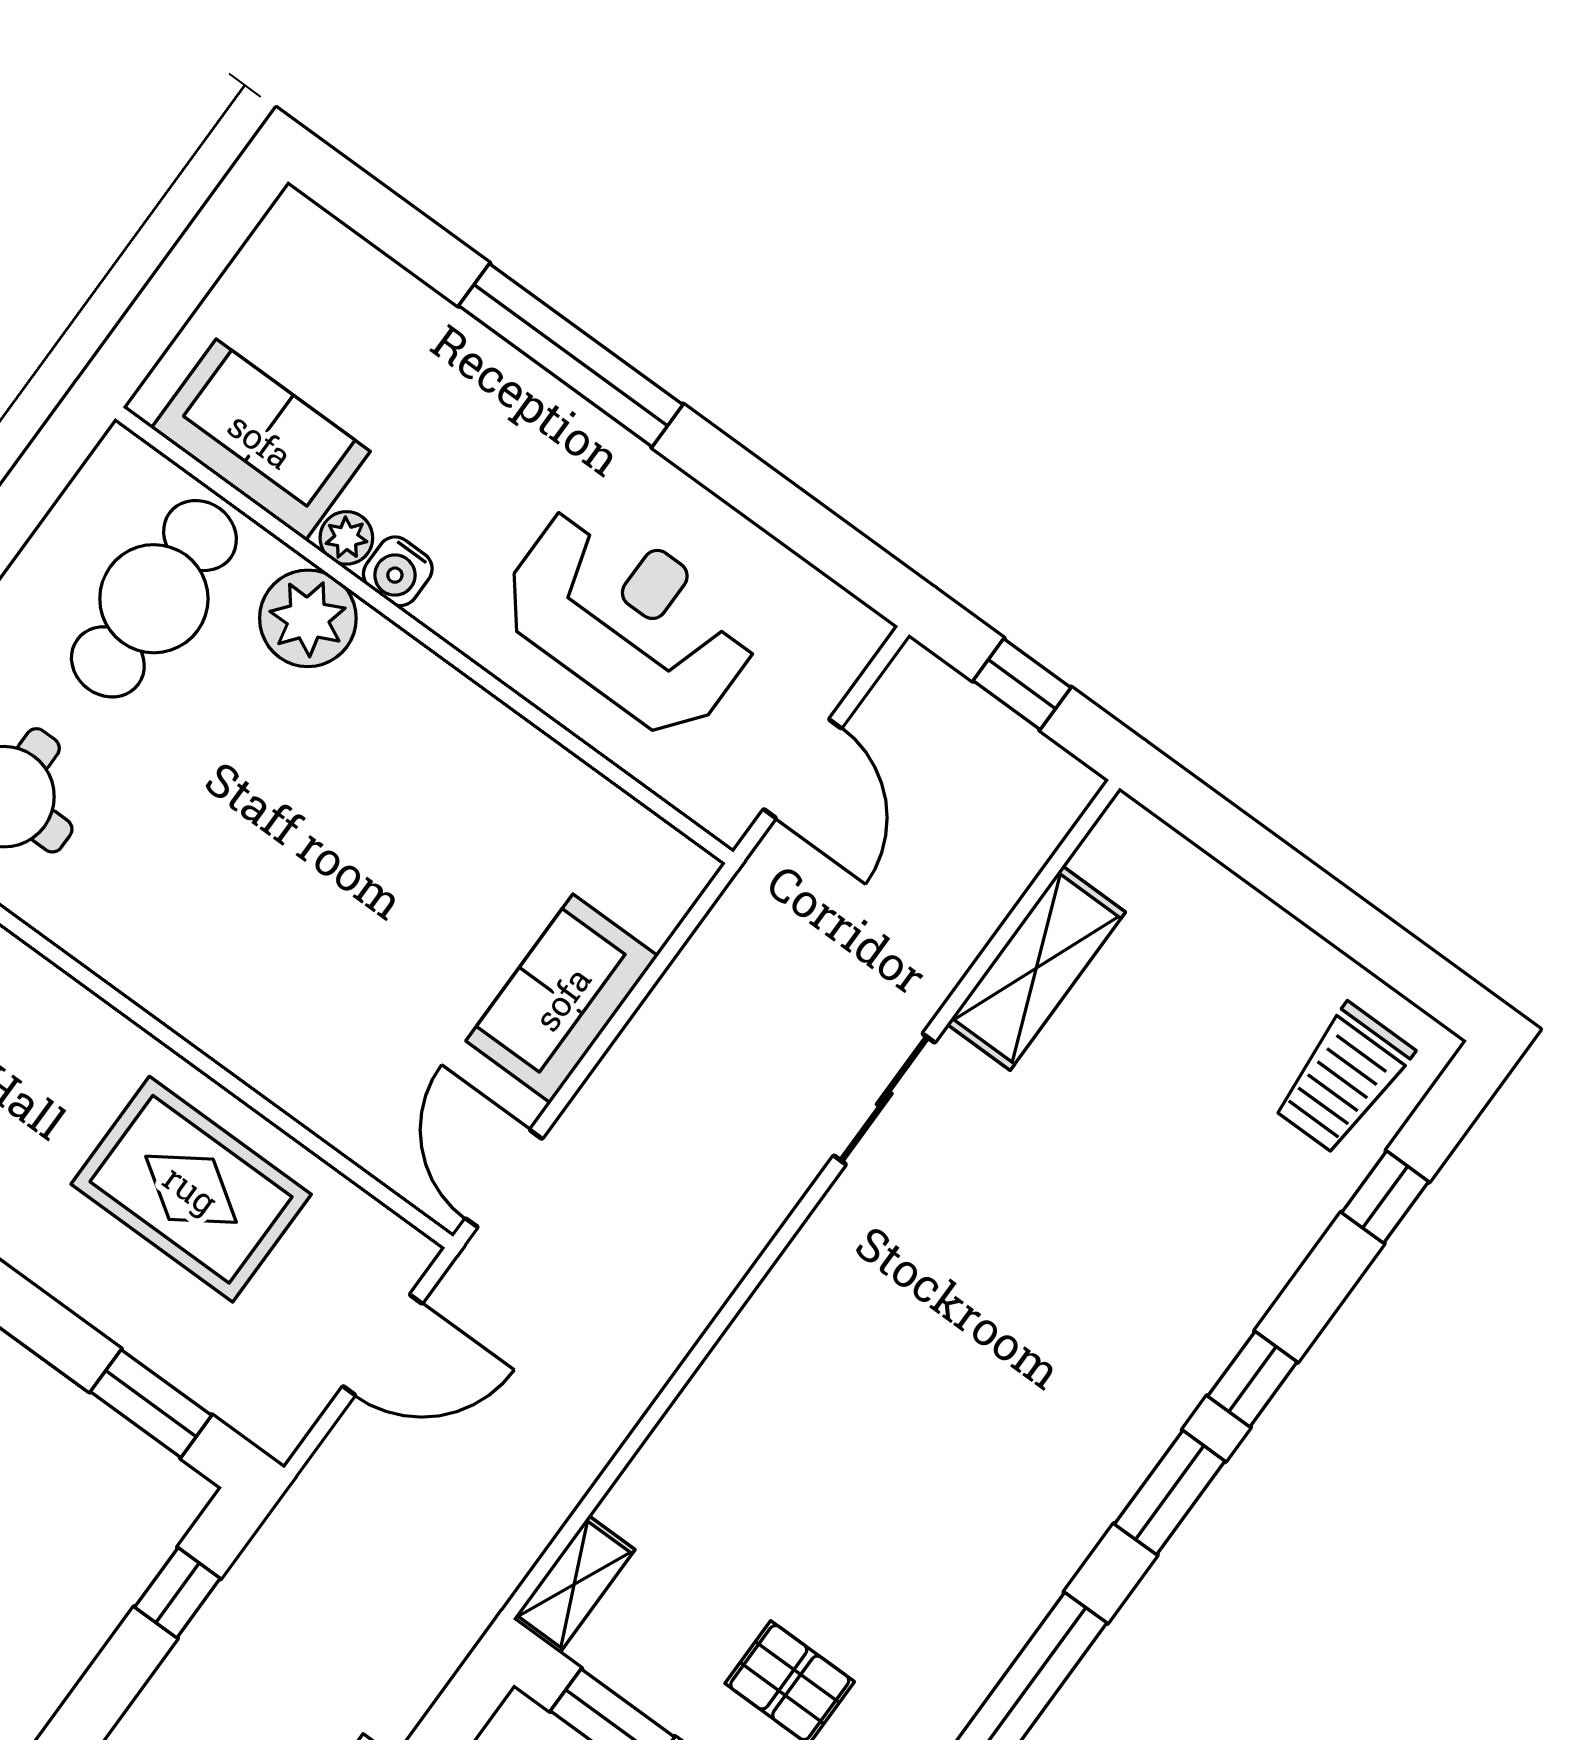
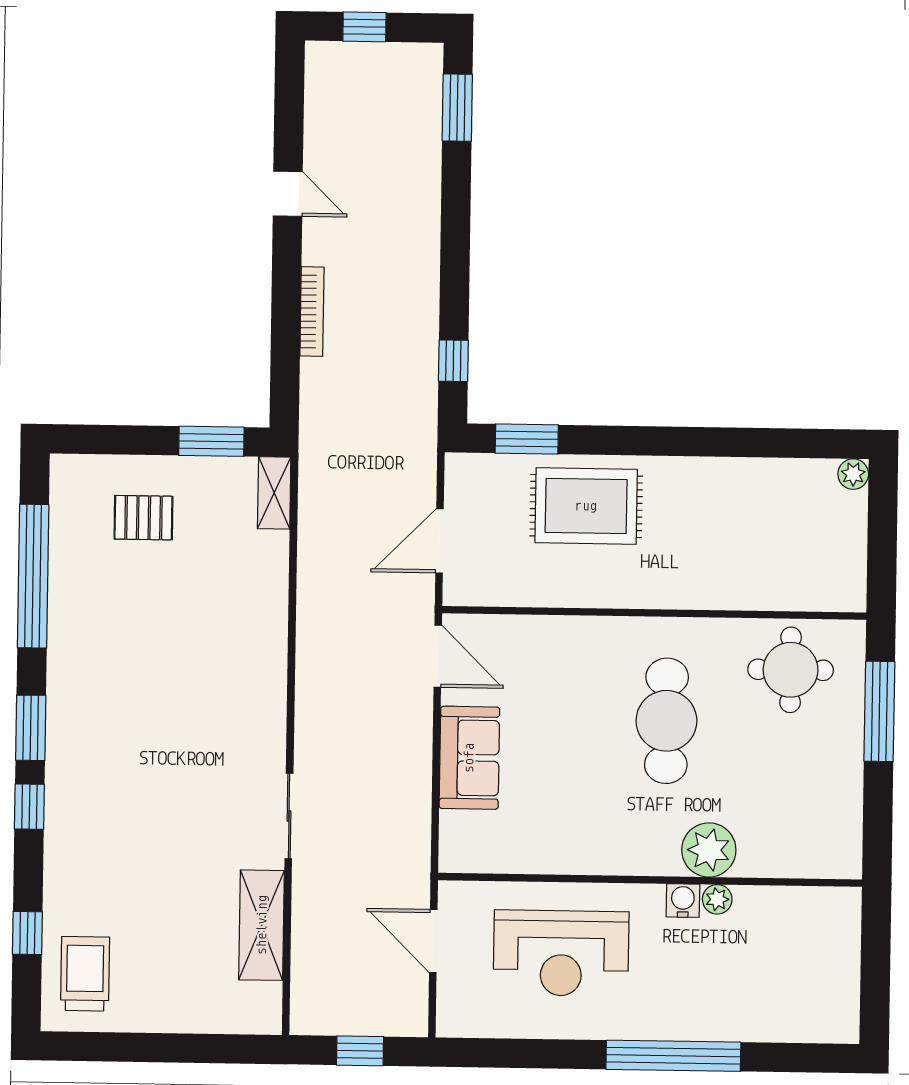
sofa: (261, 440) -> (788, 917), removed
cafe table: (154, 599) -> (666, 721), moved
rug: (191, 1189) -> (586, 506), moved

